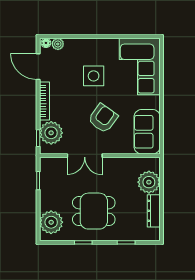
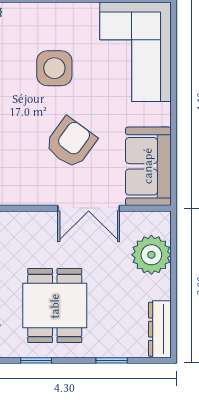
double door: (85, 156) -> (89, 208), moved
dining table: (94, 211) -> (55, 306), turned 90
dresser: (154, 211) -> (160, 329), moved

